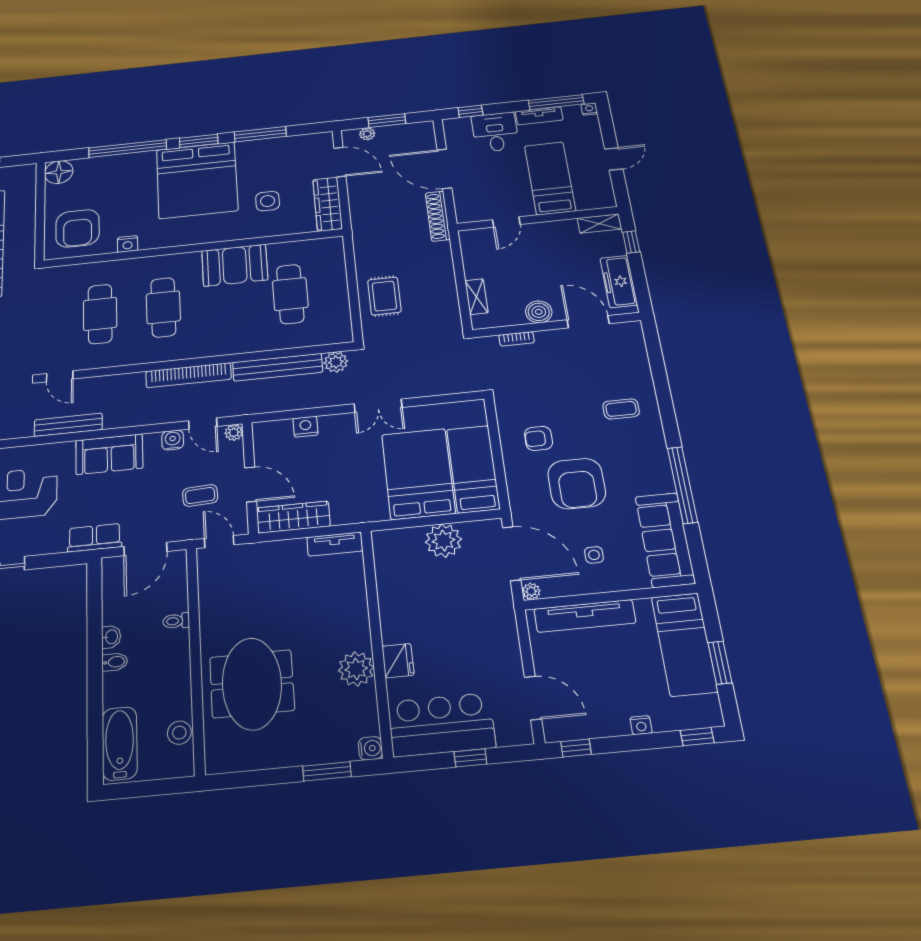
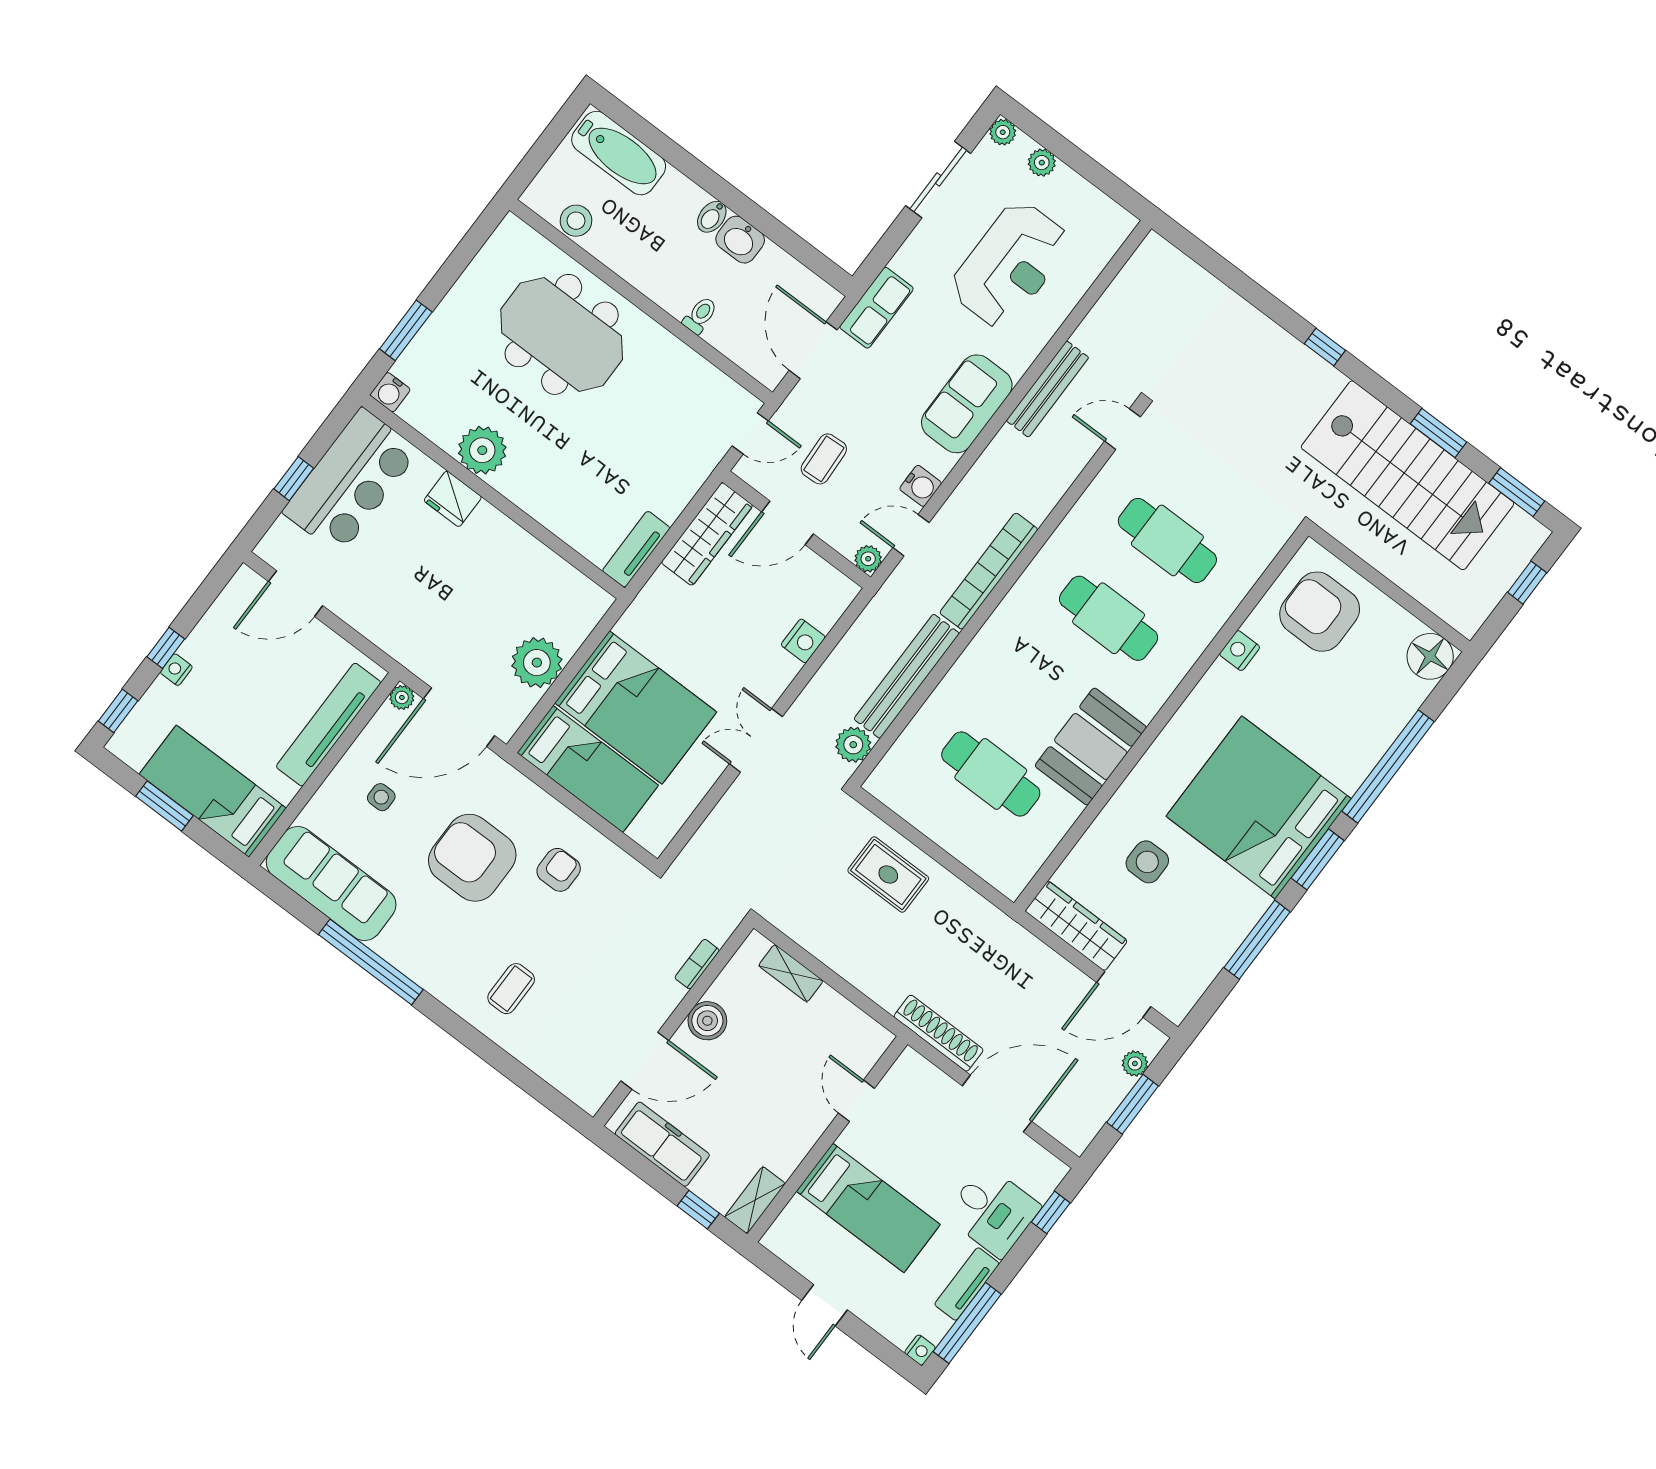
washbasin: (111, 637) -> (740, 240), width x1.38, depth x1.45
window: (576, 748) -> (166, 648), moved

